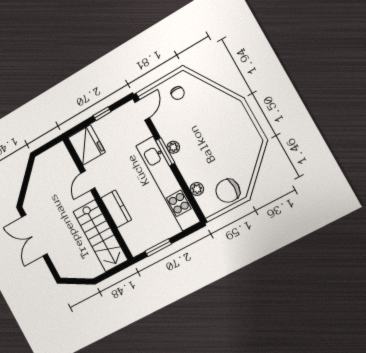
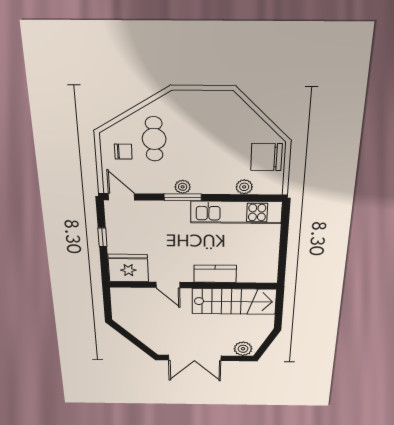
cafe table: (199, 108) -> (154, 139), added
kitchen unit: (168, 184) -> (236, 212), width x0.73
chair: (228, 191) -> (266, 157), turned 90
window: (158, 248) -> (283, 255), removed
plant: (63, 266) -> (243, 349), added

